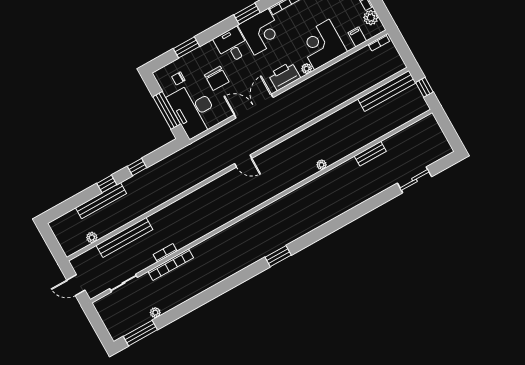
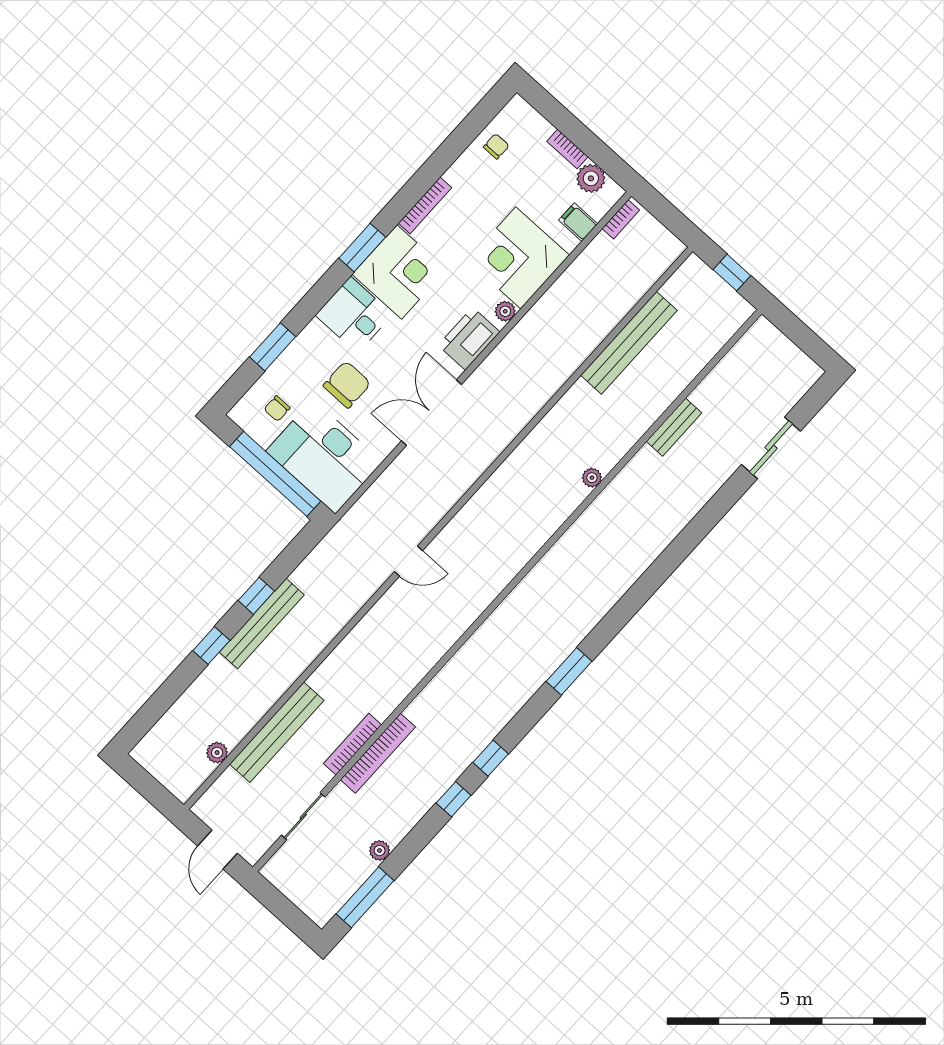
chair: (217, 78) -> (347, 385), turned -90
bench: (387, 91) -> (629, 343), moved
window: (167, 110) -> (275, 474), width x1.46
door: (243, 161) -> (409, 561), moved
bench: (101, 201) -> (262, 623), moved
bookcase: (165, 253) -> (352, 744), width x1.56
door: (76, 285) -> (217, 850), hinge flipped
window: (225, 286) -> (491, 758), added
window: (200, 300) -> (454, 799), added

